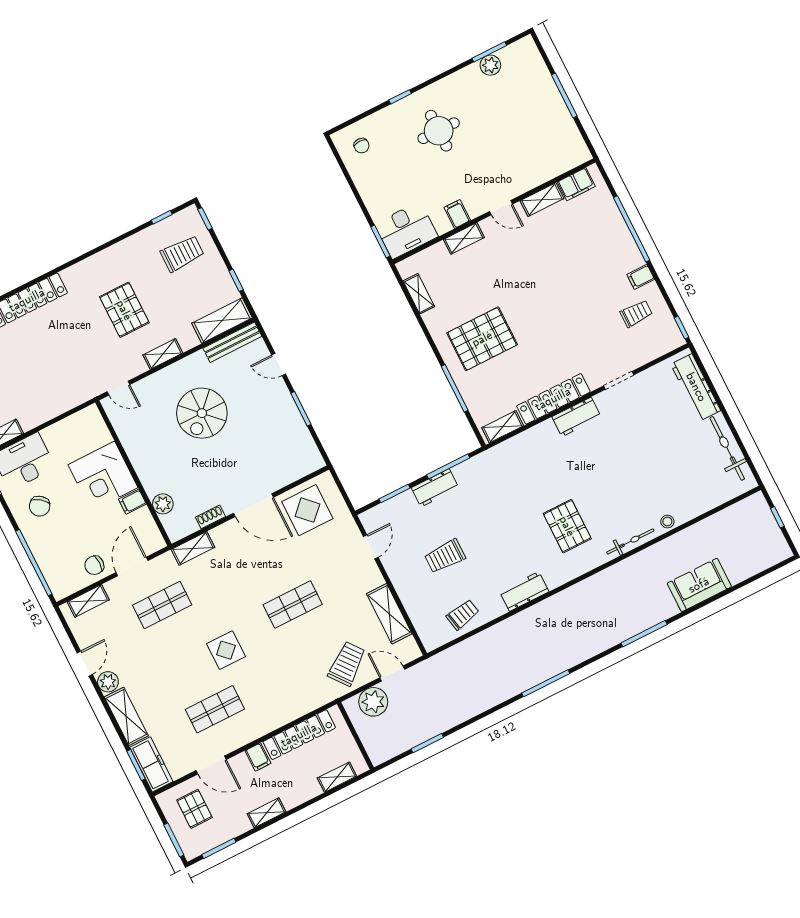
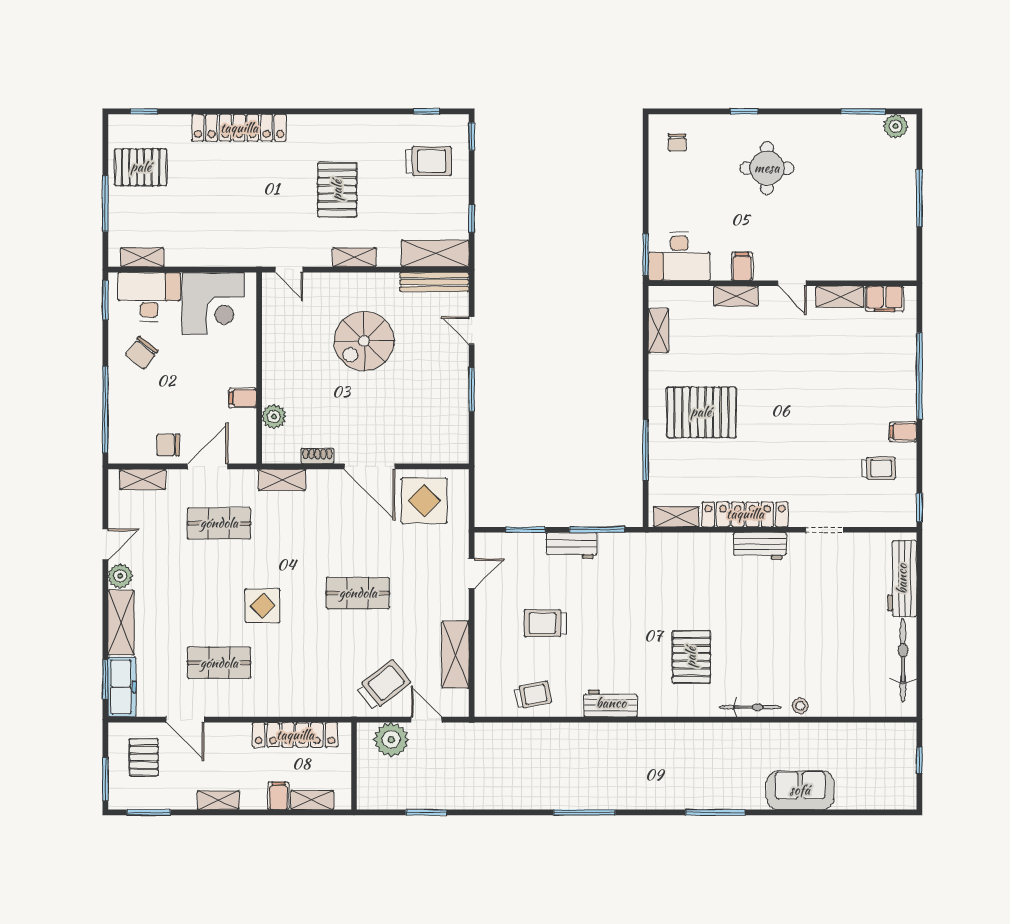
plant: (490, 65) -> (896, 126), moved
corner desk: (103, 476) -> (213, 304), moved, turned -90
filing cabinet: (258, 757) -> (279, 796), moved, turned 180

